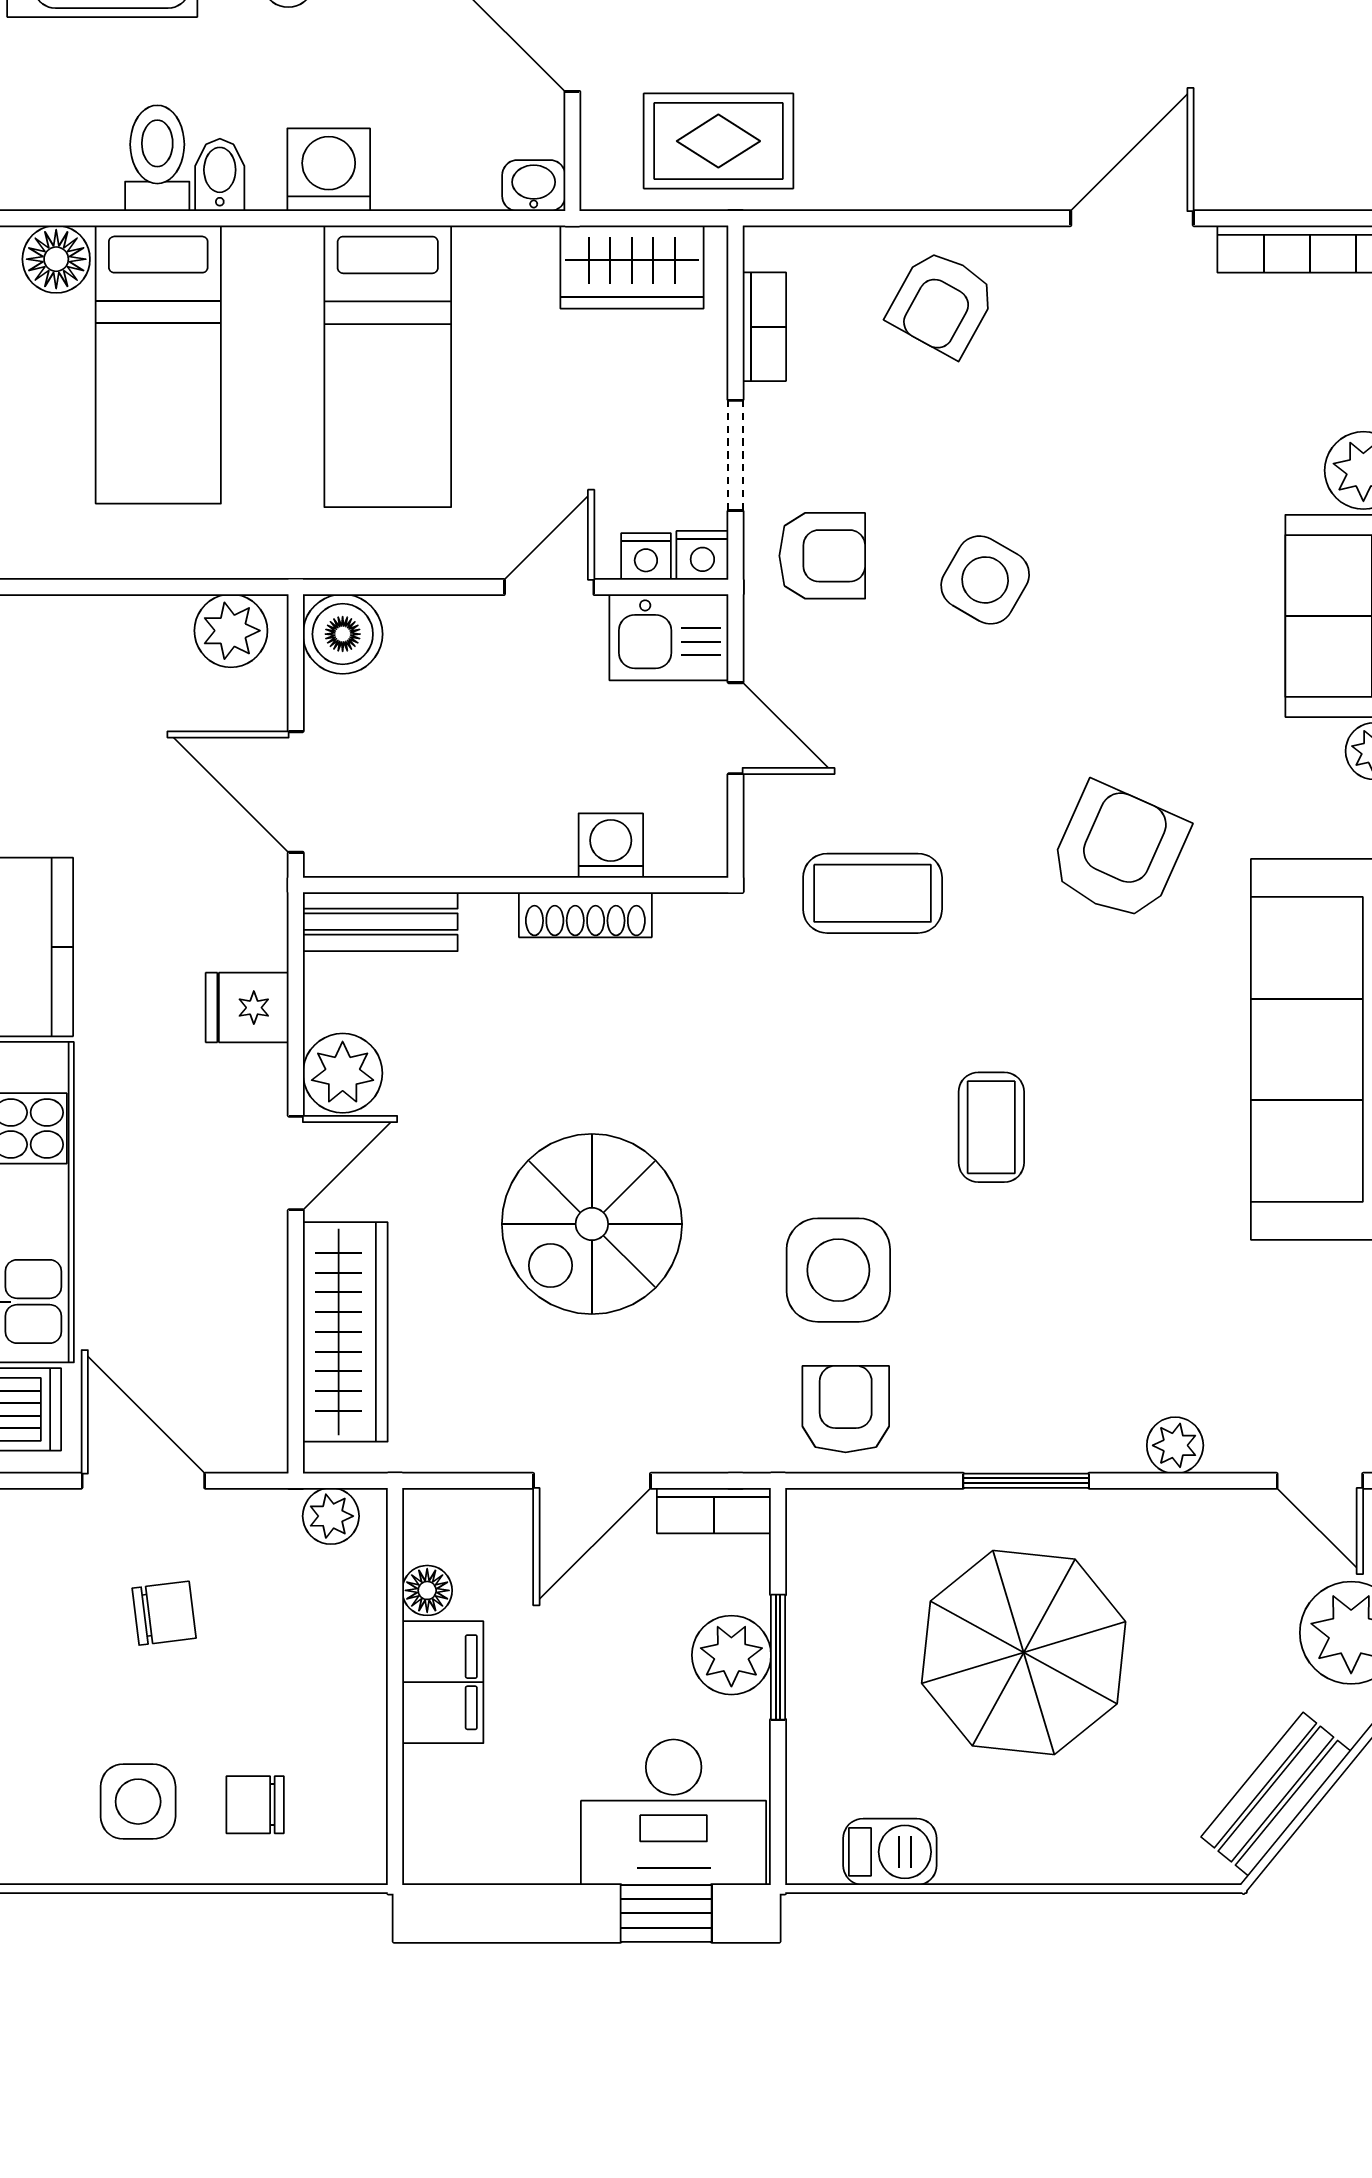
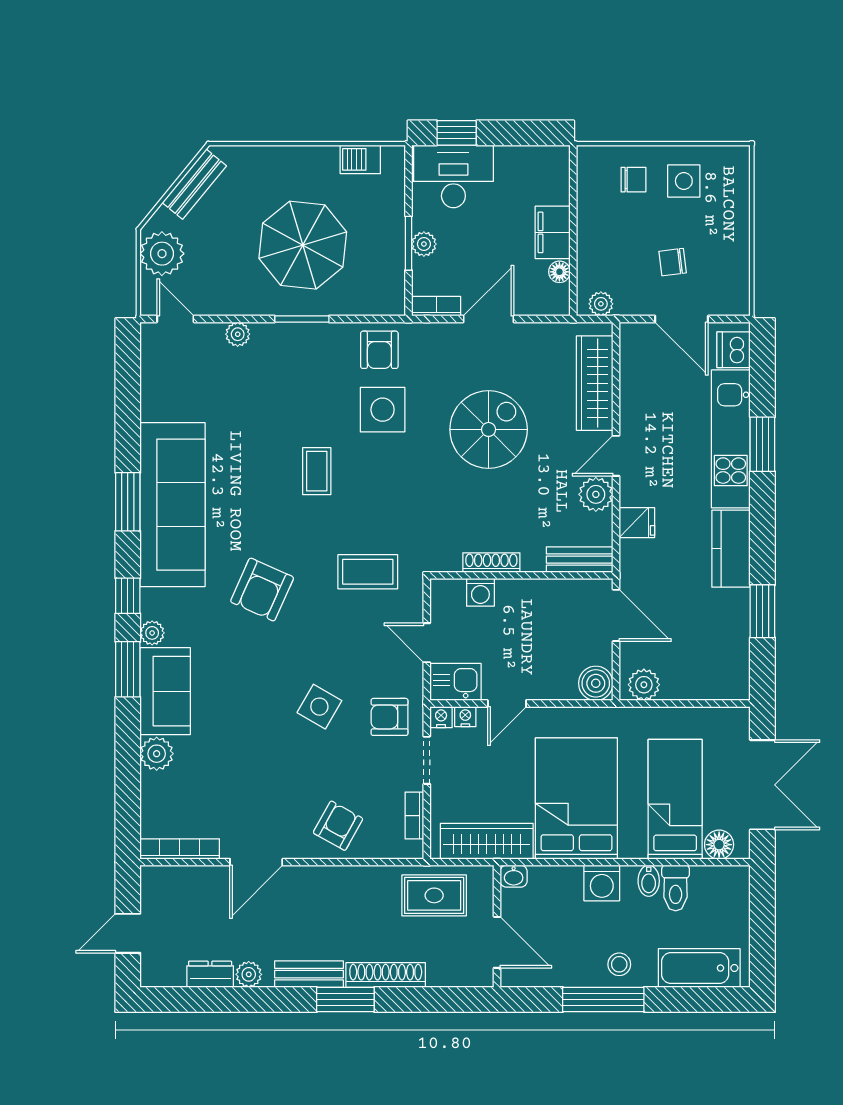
wardrobe: (632, 267) -> (487, 841), width x1.50
bed: (388, 366) -> (576, 798), width x1.50
plant: (731, 1655) -> (424, 244), width x0.73, depth x0.73

